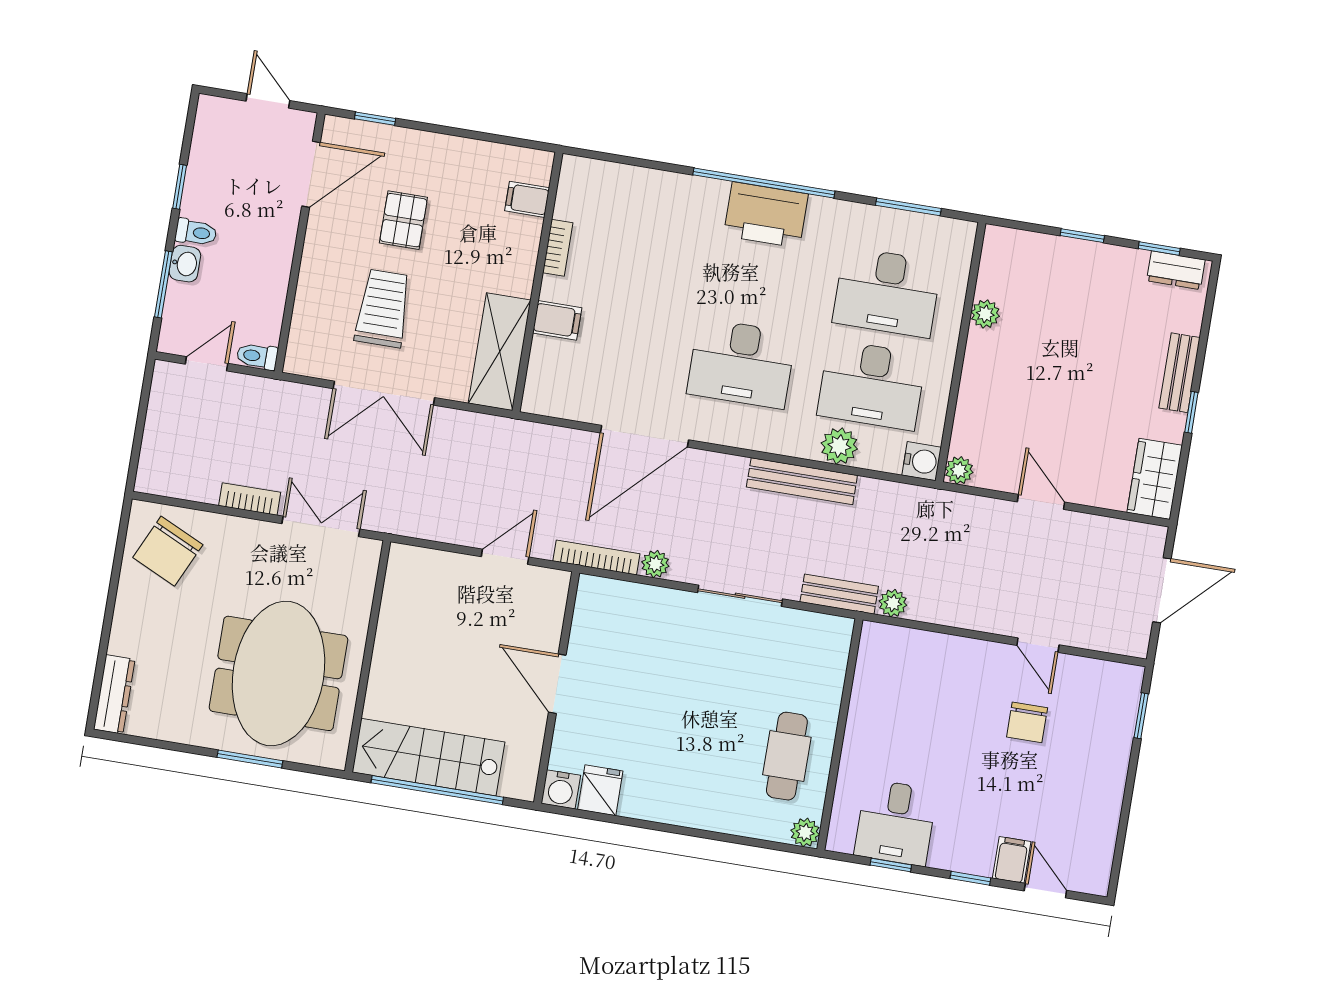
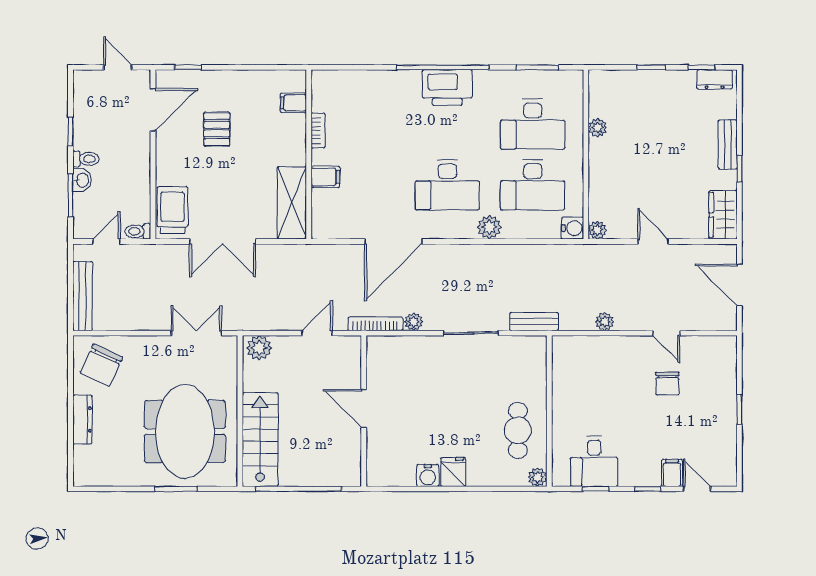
trolley: (383, 308) -> (173, 210), moved
plant: (839, 446) -> (489, 227), moved
bench: (802, 481) -> (83, 296), moved, turned 90
bookcase: (250, 499) -> (148, 323), removed
plant: (413, 565) -> (259, 348), added
door: (1162, 590) -> (739, 285), swing flipped
plant: (893, 603) -> (605, 322), moved
dresser: (114, 694) -> (82, 419), moved
window: (1141, 716) -> (739, 409), moved
stairs: (429, 757) -> (260, 440), moved, turned 90
water cooler: (561, 789) -> (428, 475), moved
fridge: (600, 790) -> (453, 472), moved

